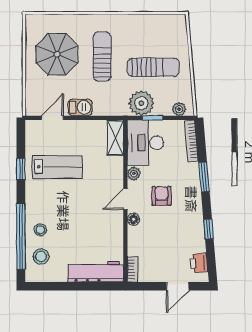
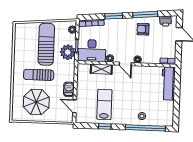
sun lounger: (153, 67) -> (46, 44), width x1.36, depth x1.34
shelving: (115, 138) -> (101, 69), moved
armchair: (161, 196) -> (143, 29), moved
window: (208, 229) -> (145, 14), width x2.17
stool: (41, 256) -> (158, 116), removed

